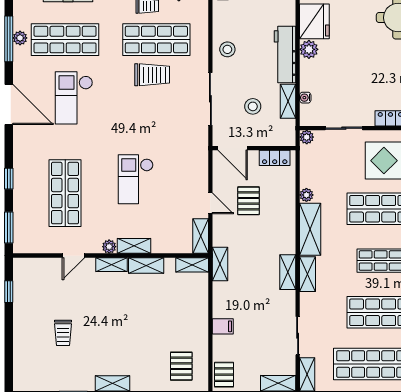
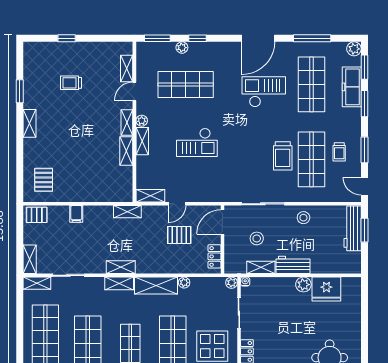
plant: (20, 38) -> (182, 48), moved
workbench: (285, 54) -> (293, 265), width x0.73
water cooler: (305, 98) -> (245, 282), moved
checkout: (136, 179) -> (197, 142), turned 180
door: (73, 256) -> (134, 91), hinge flipped
shelving: (192, 265) -> (127, 68), moved
window: (9, 292) -> (67, 38), moved
pallet: (181, 366) -> (44, 180), turned 90

